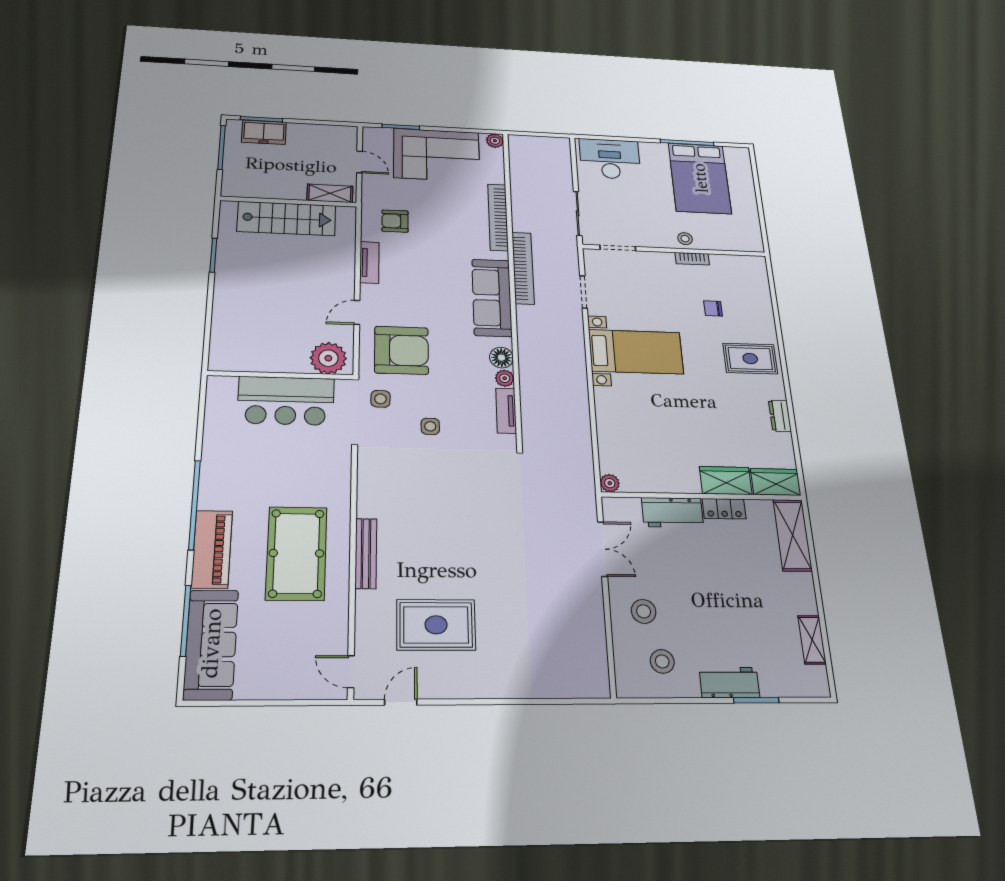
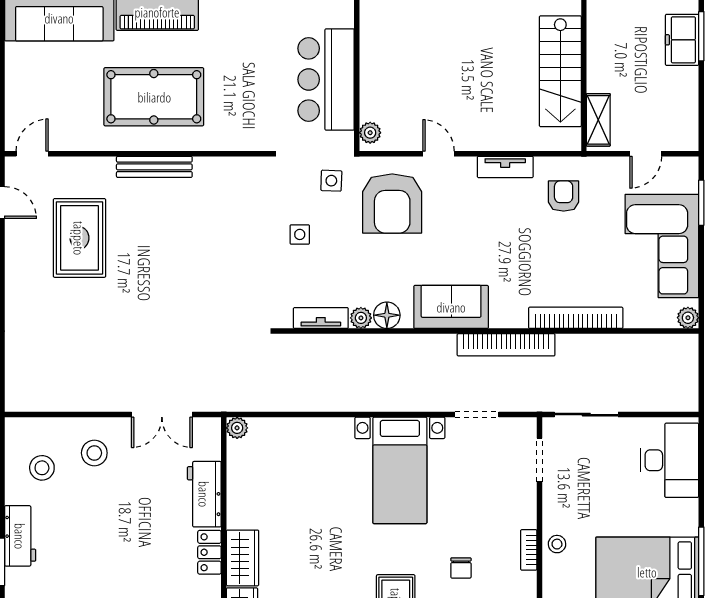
sofa: (492, 298) -> (451, 307), width x0.73
chair: (713, 308) -> (461, 568), turned 180
plant: (328, 358) -> (370, 133), width x0.53, depth x0.53

